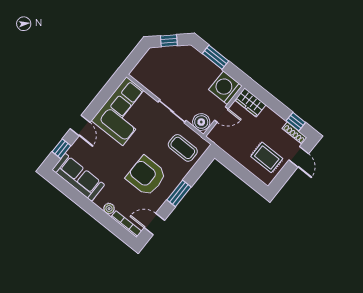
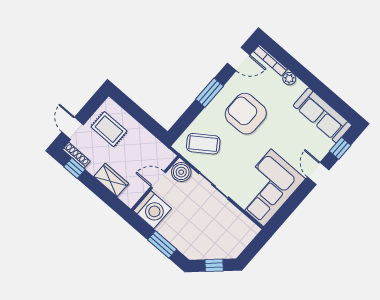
wardrobe: (250, 102) -> (111, 180), moved
coffee table: (183, 148) -> (203, 144), turned -35
armchair: (146, 176) -> (246, 114), turned 180

